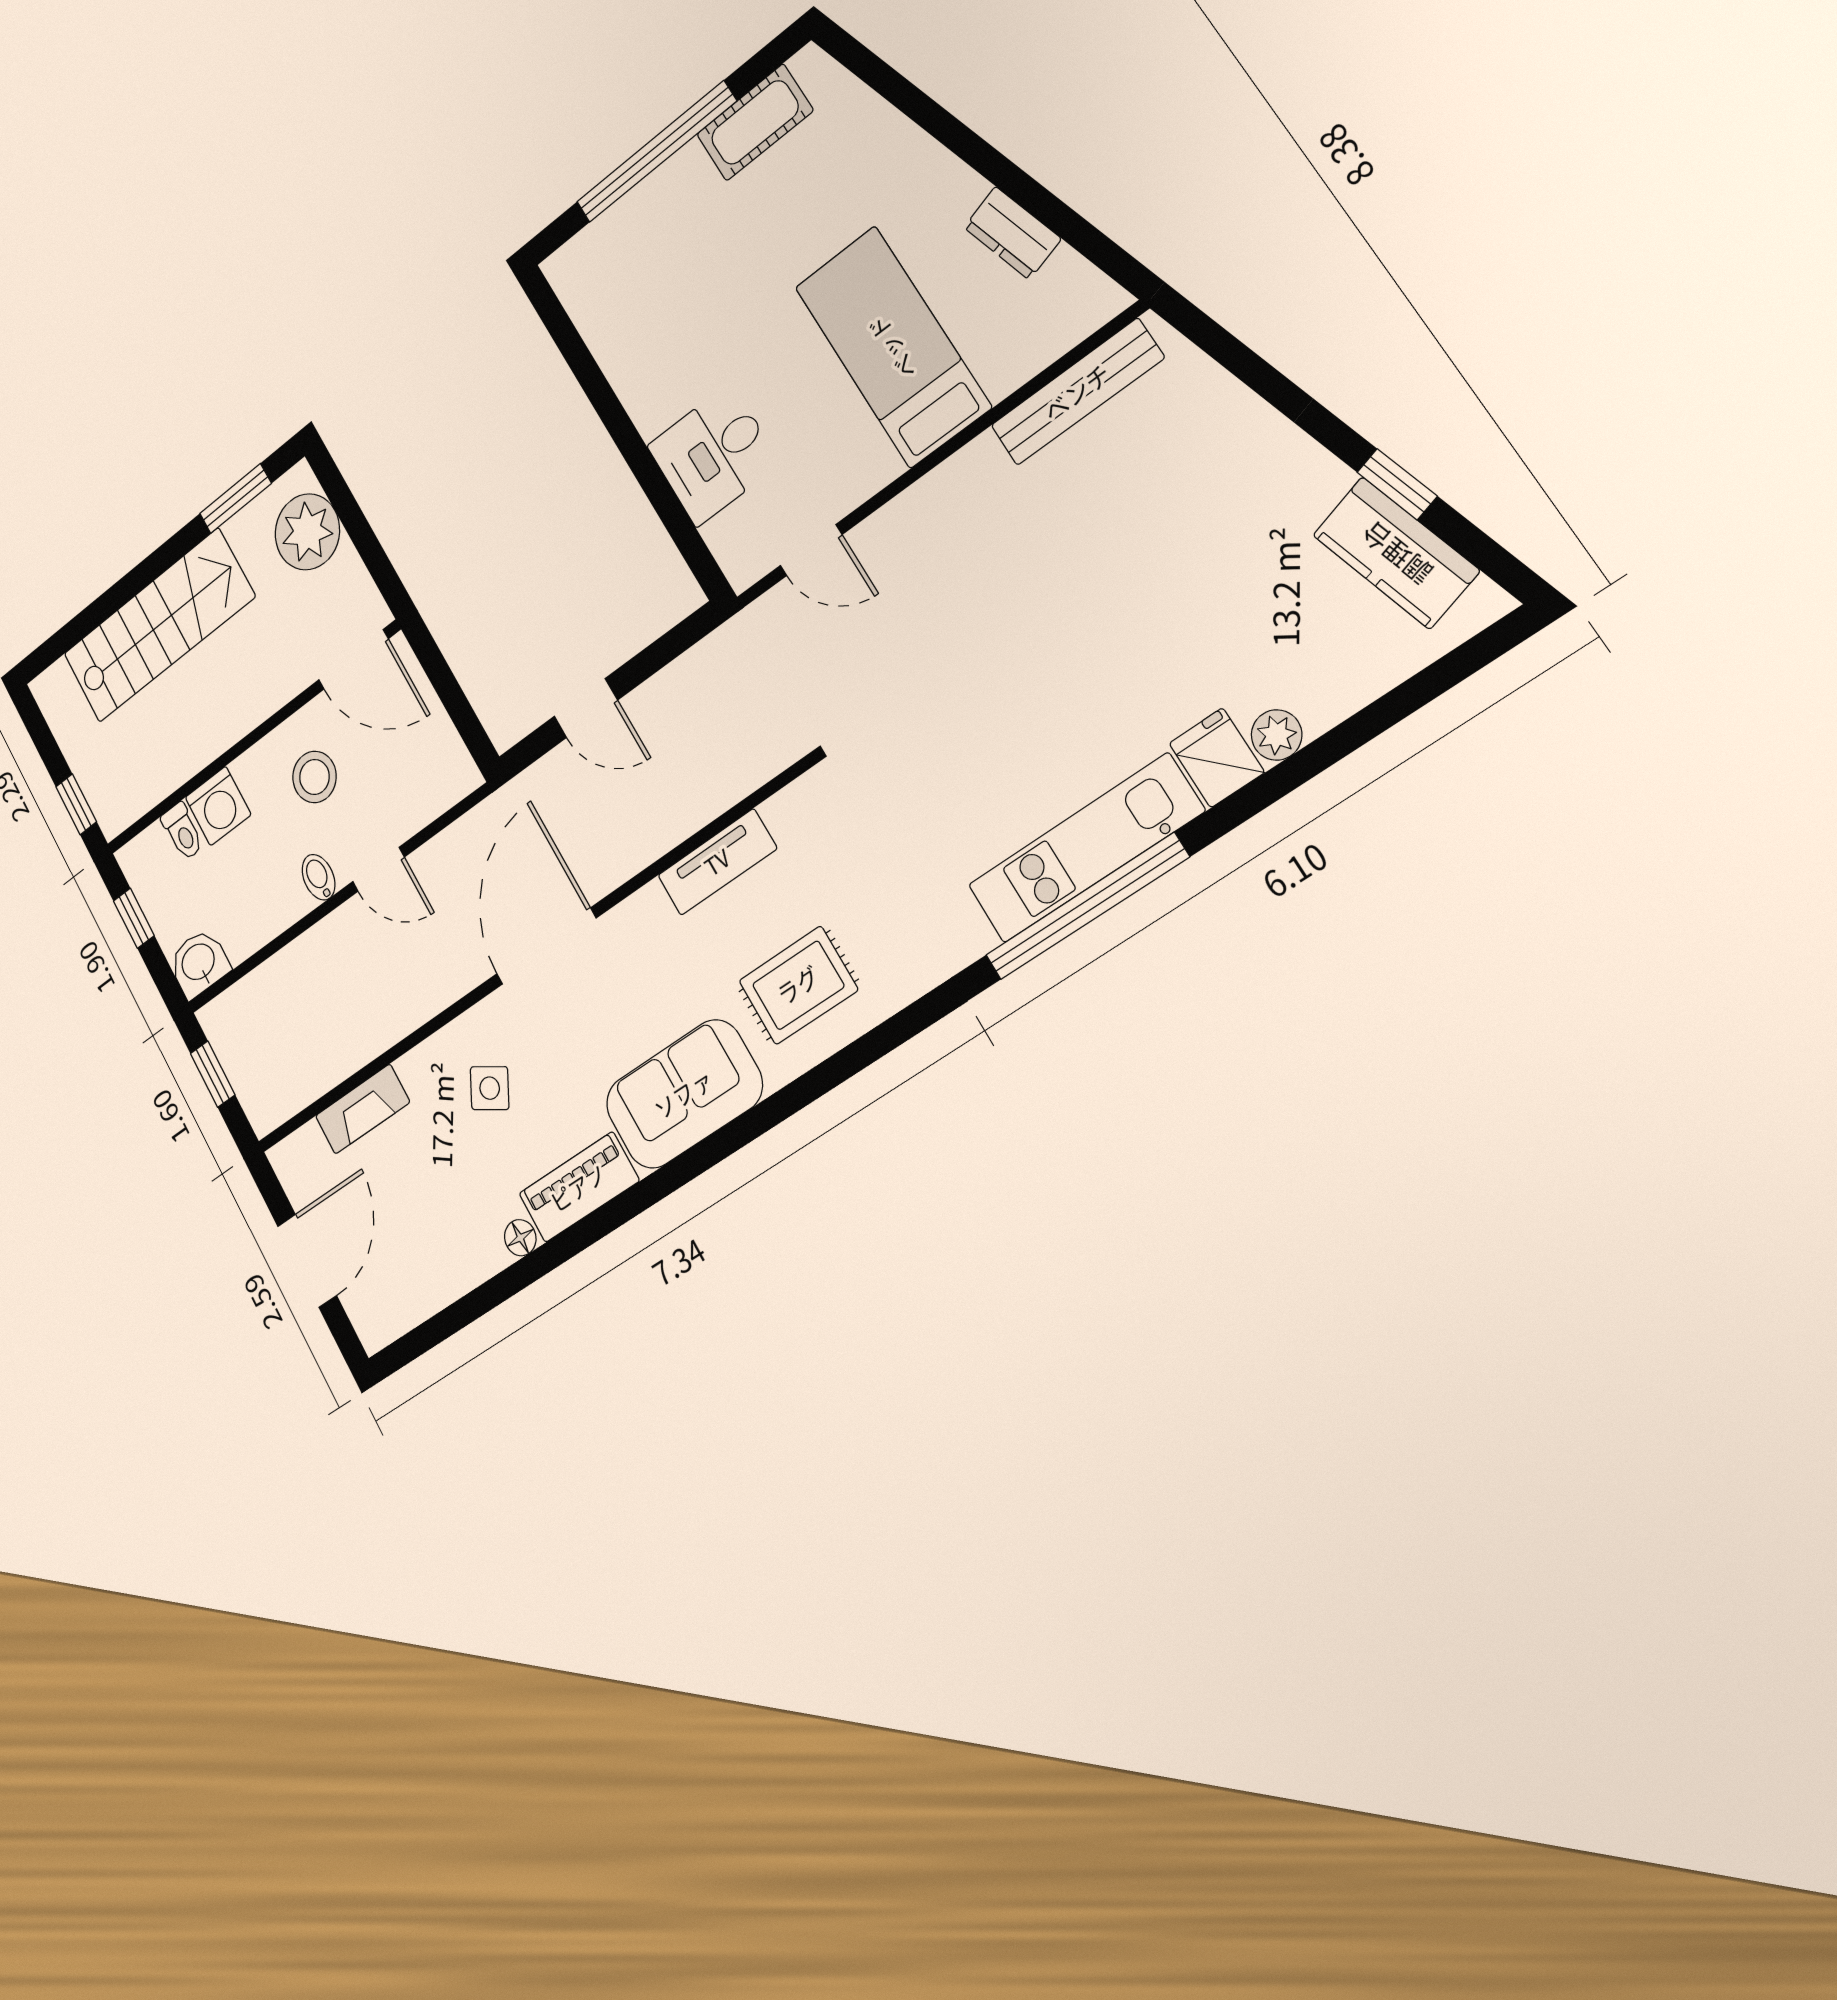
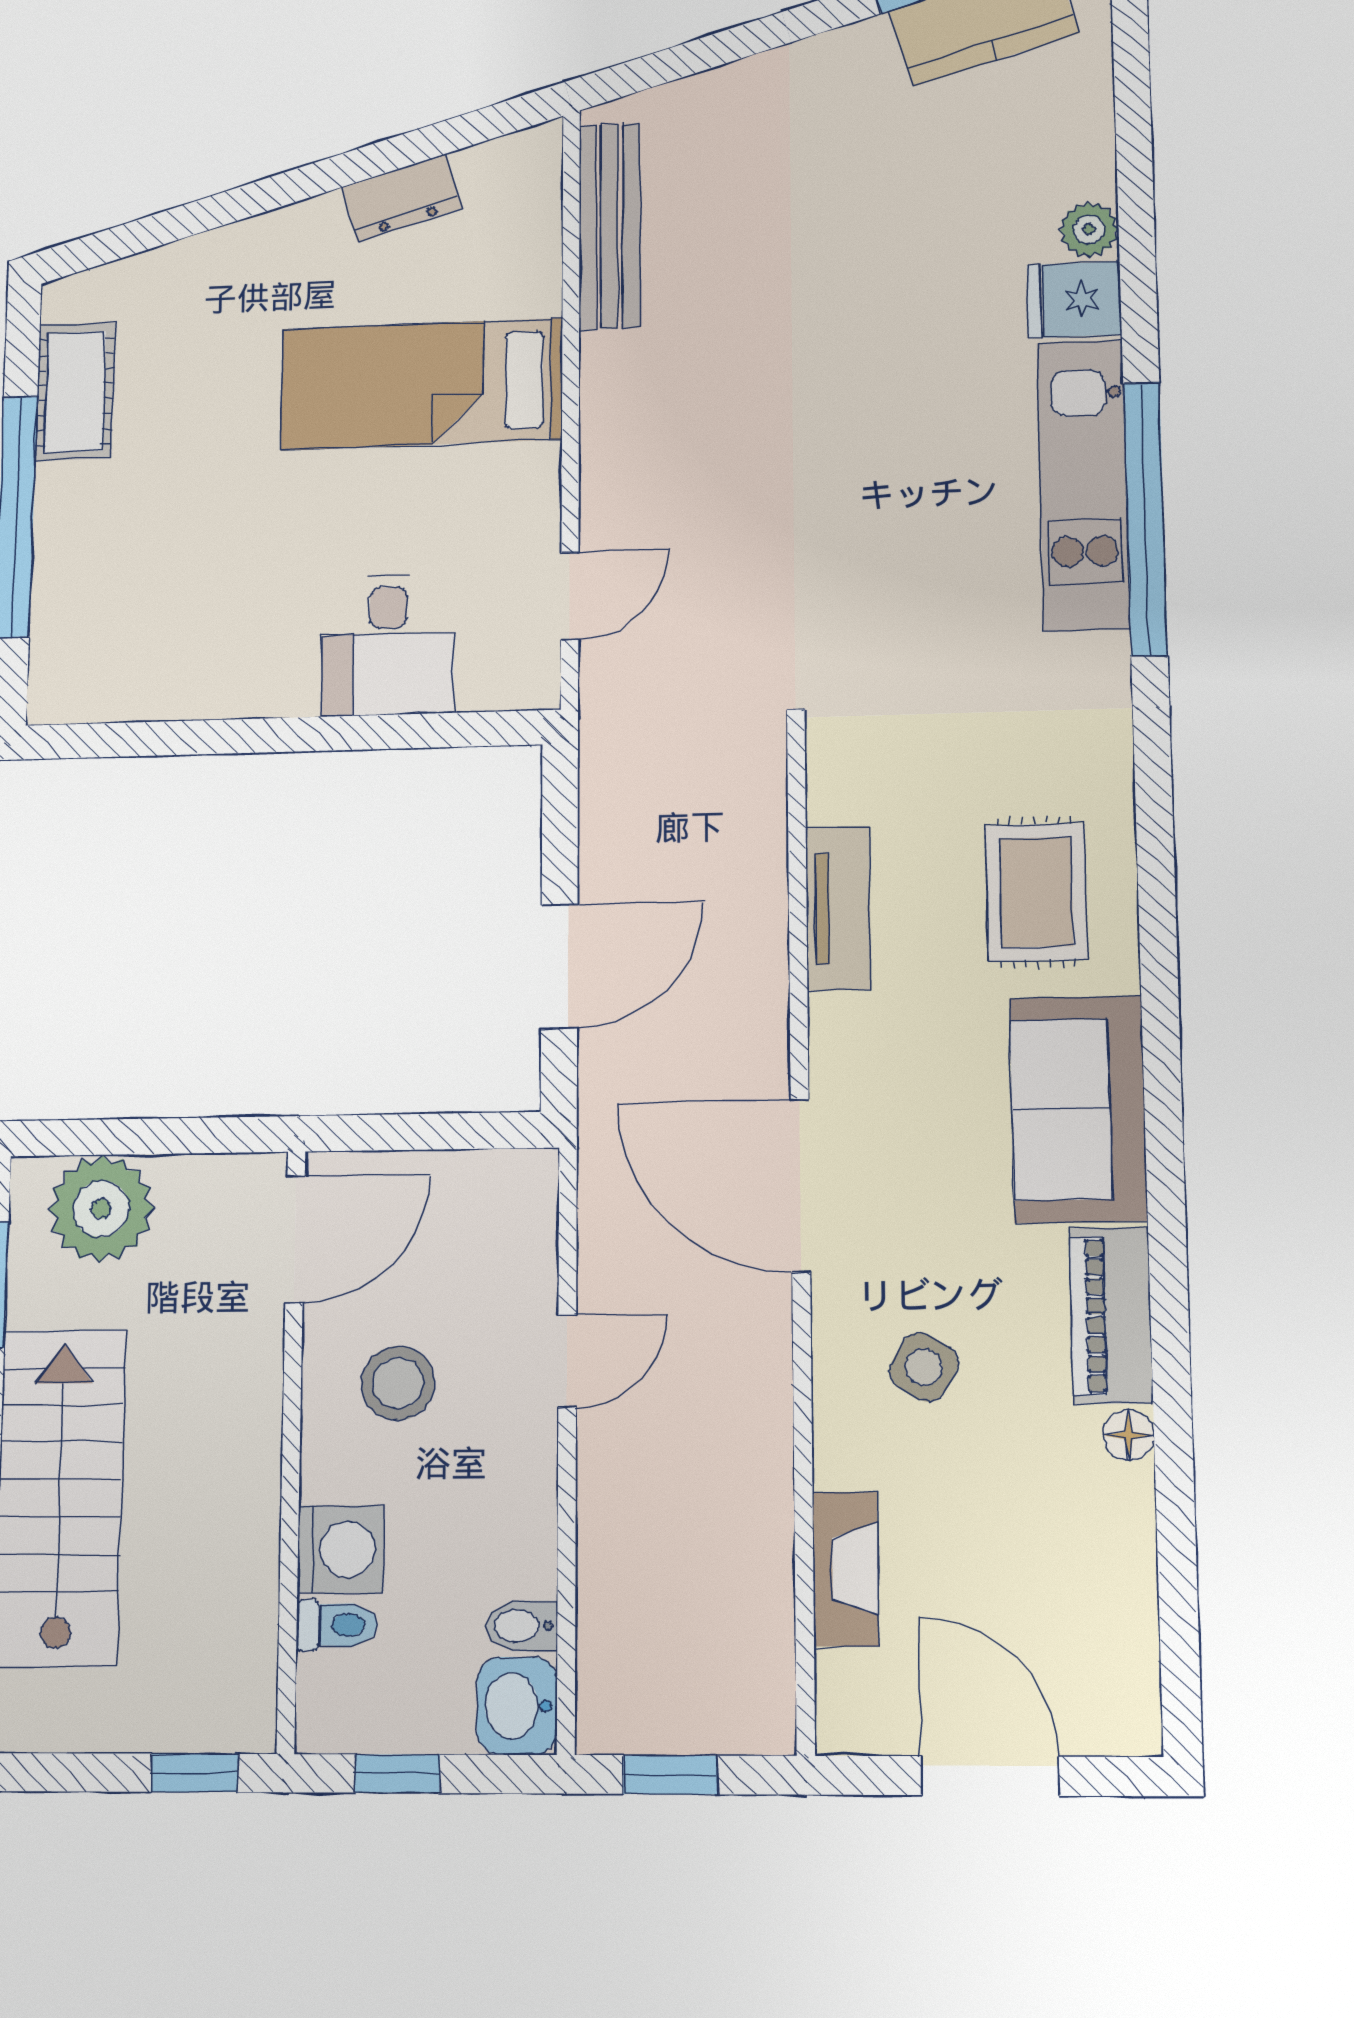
door: (586, 708) -> (559, 966), width x1.38
bidet: (319, 877) -> (522, 1626), moved

